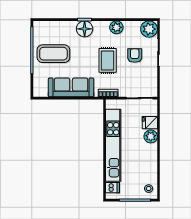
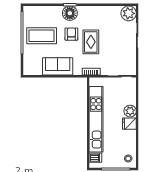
plant: (116, 27) -> (99, 12), removed
armchair: (135, 56) -> (71, 34), moved
sofa: (71, 87) -> (58, 66), width x0.73
fridge: (150, 123) -> (129, 124), moved

